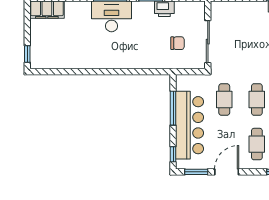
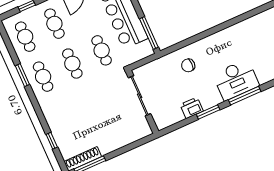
chair: (178, 43) -> (188, 65), moved
window: (173, 108) -> (149, 33), moved

